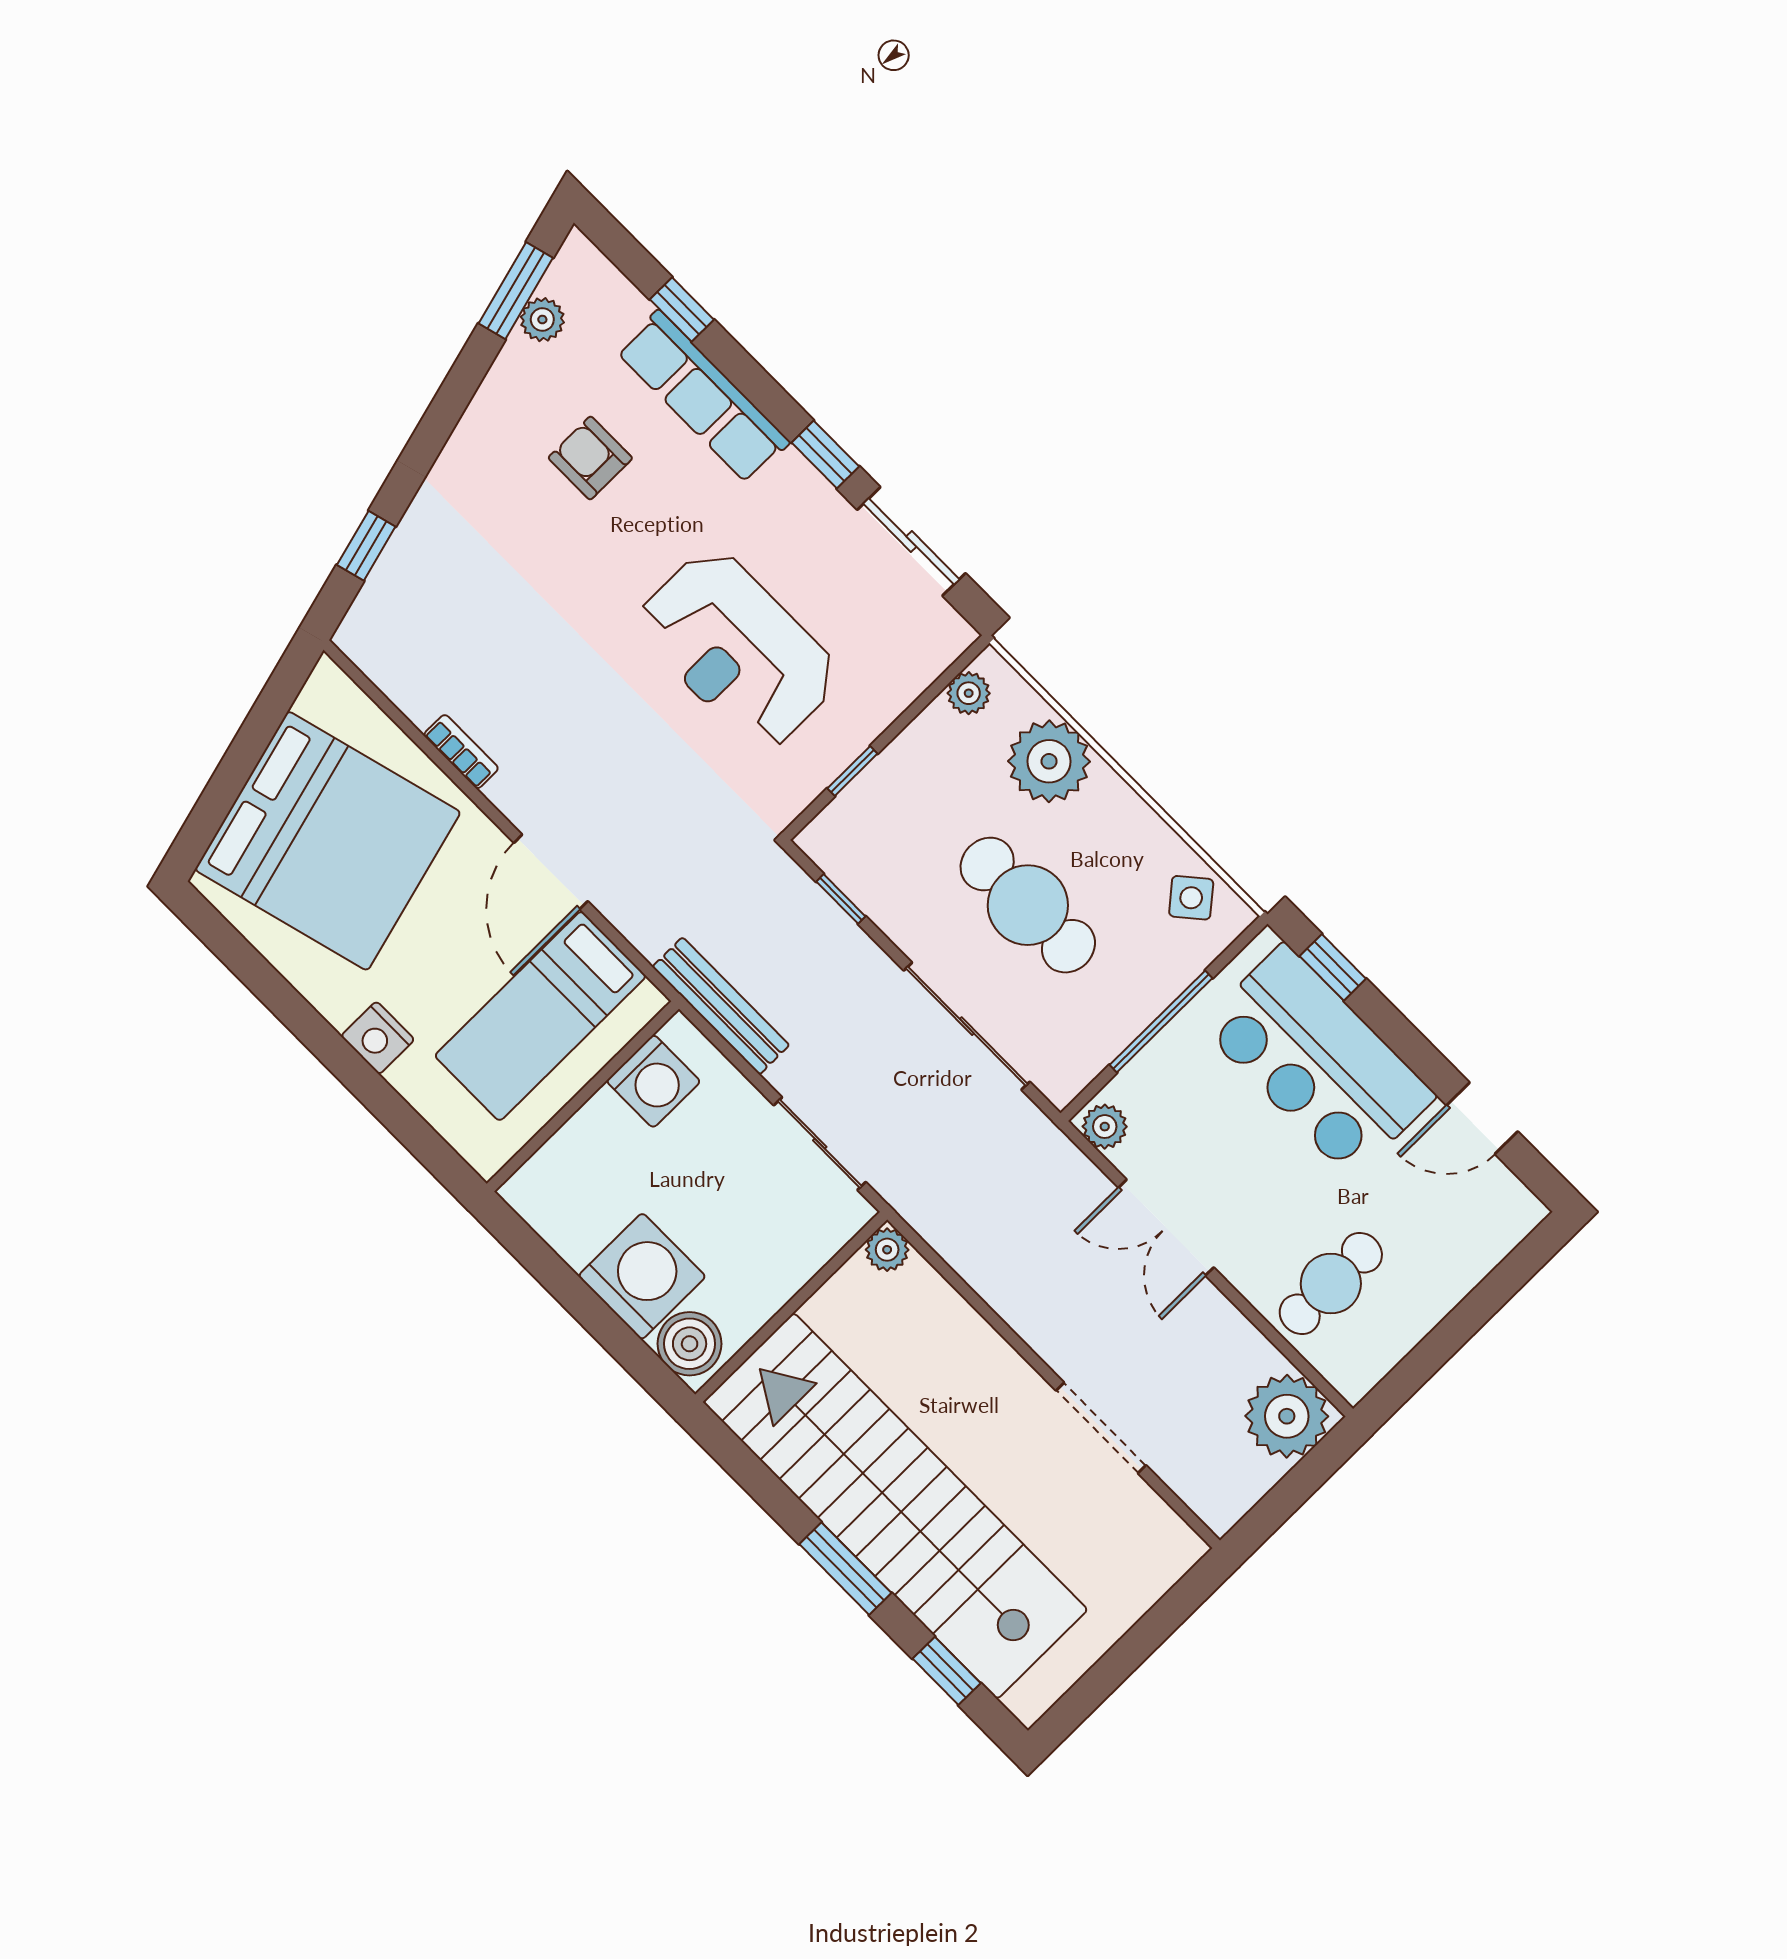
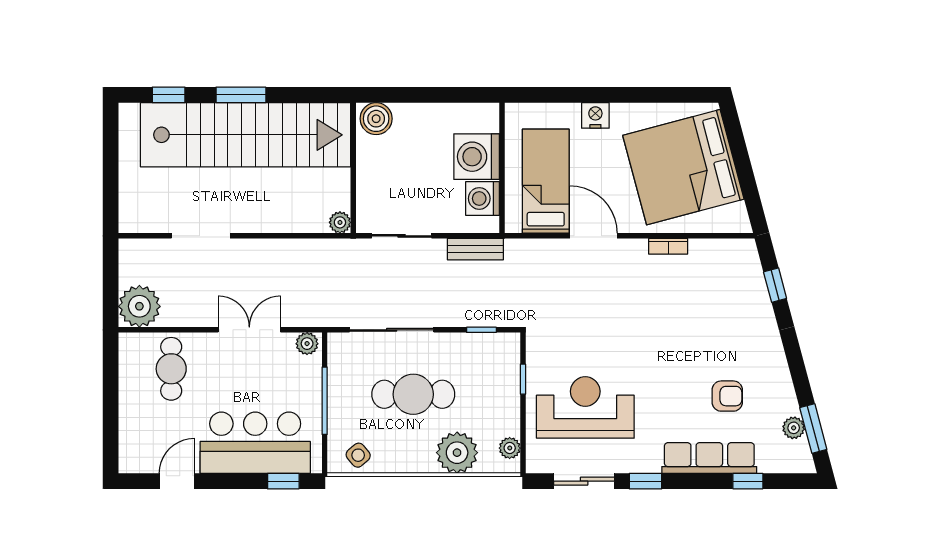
reception desk: (737, 649) -> (585, 407), moved
bench: (721, 1006) -> (475, 249), width x0.73
washing machine: (642, 1276) -> (477, 157), moved, turned 90

